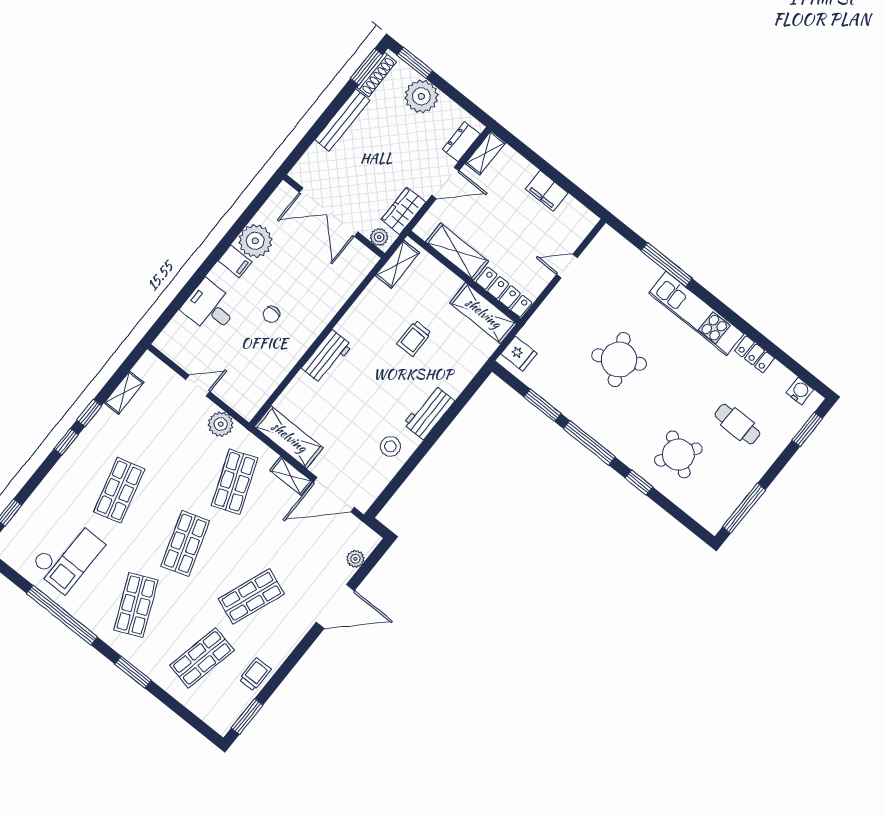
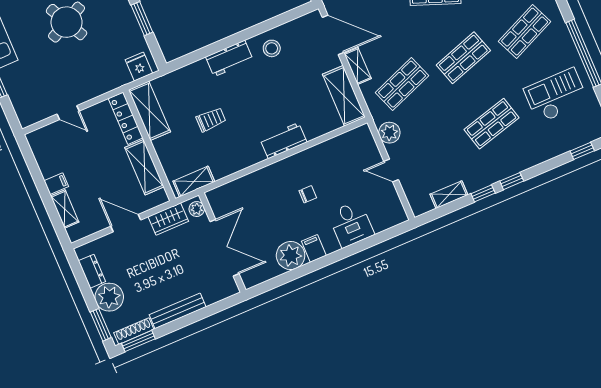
dresser: (461, 142) -> (92, 271), moved, turned -90
shelving: (485, 153) -> (65, 209), moved, turned 90
filing cabinet: (547, 191) -> (56, 184), width x0.50

